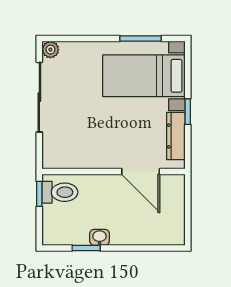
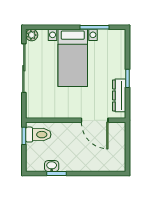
bed with nightstands: (144, 76) -> (73, 58), moved, turned -90
washbasin: (100, 237) -> (52, 166), moved

